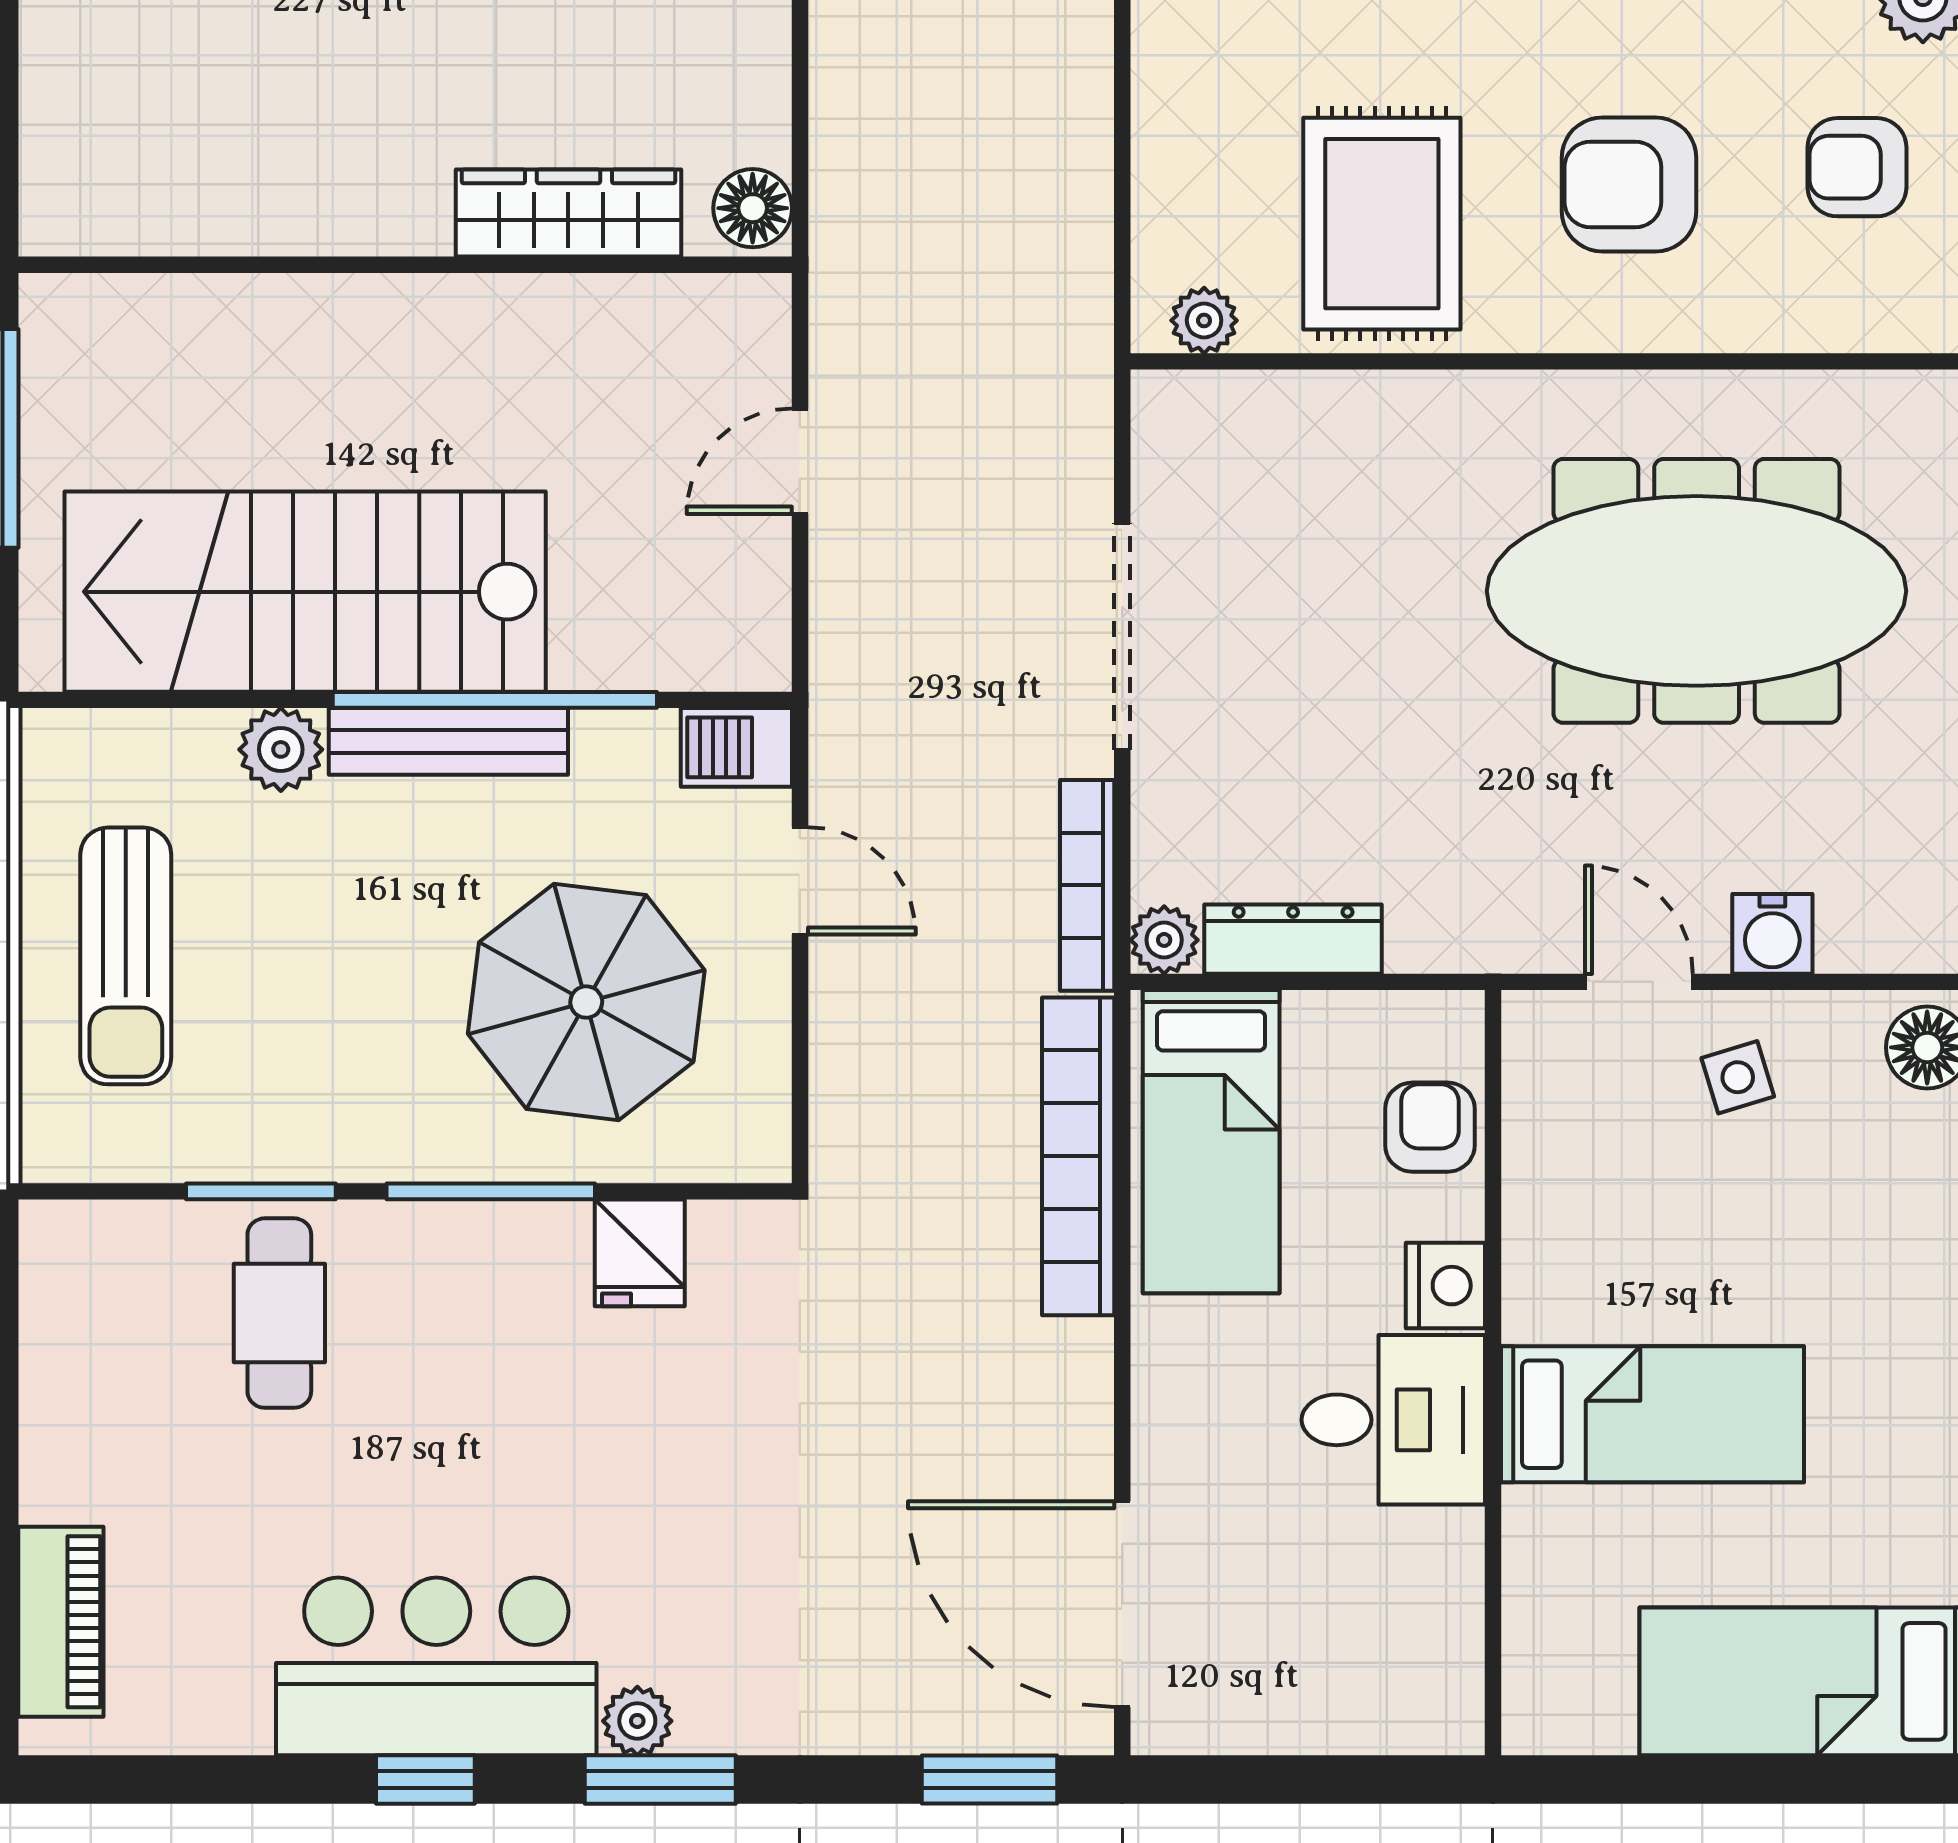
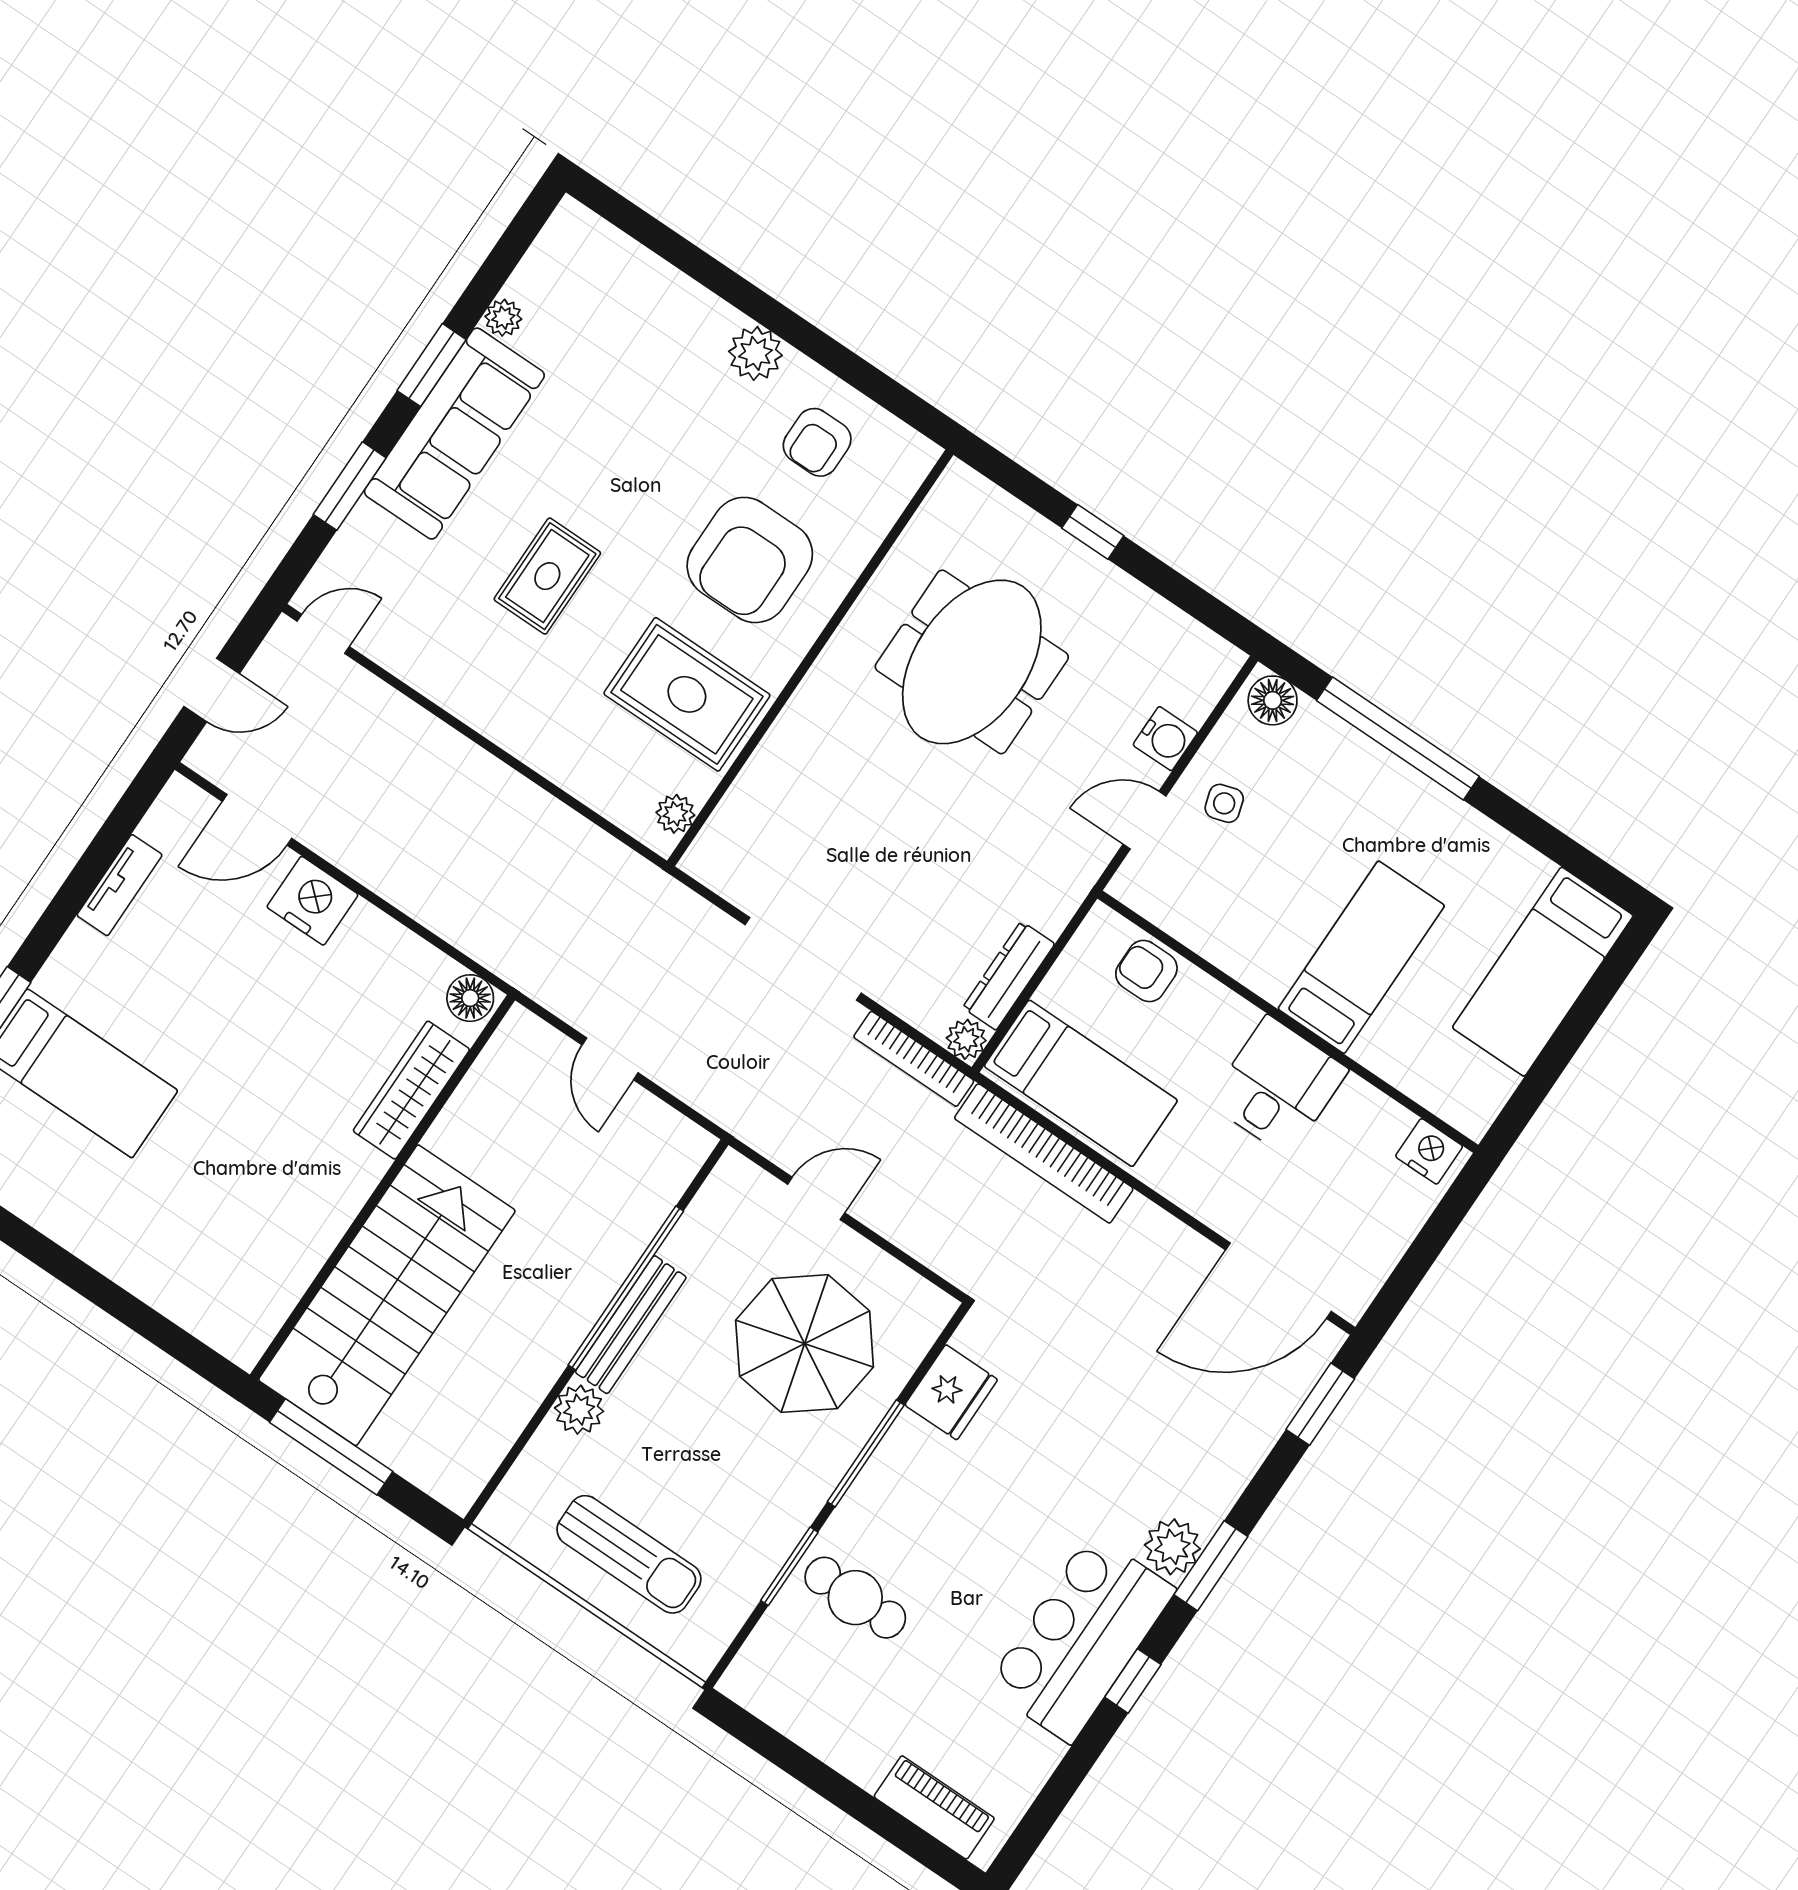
armchair: (1629, 184) -> (750, 560), width x1.36, depth x1.36
meeting table: (1697, 591) -> (972, 662), width x0.73
stairs: (305, 592) -> (387, 1295), moved, turned 180
barbecue: (736, 747) -> (729, 1185), removed
fridge: (640, 1253) -> (951, 1392), width x1.38
nightstand: (1445, 1286) -> (1429, 1151), moved
plant: (637, 1721) -> (1172, 1547), width x1.38, depth x1.38

